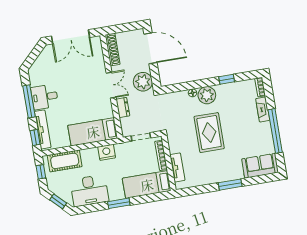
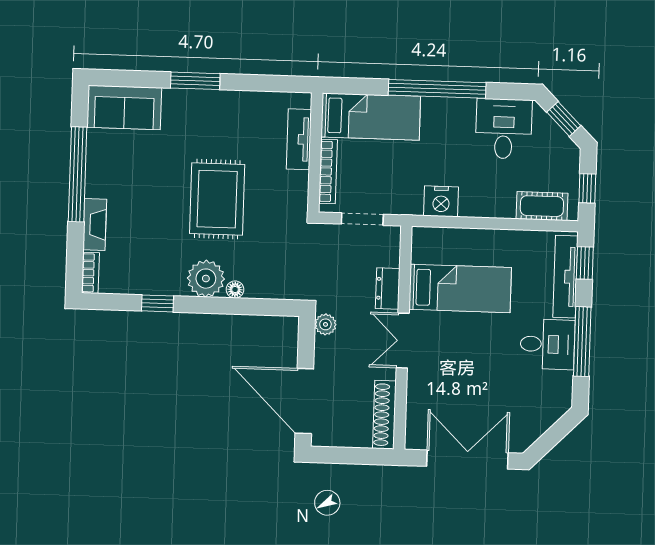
plant: (143, 82) -> (325, 324), width x0.53, depth x0.53
bed: (93, 132) -> (460, 288), moved
cot: (65, 161) -> (542, 206), width x0.73, depth x0.75
desk: (89, 191) -> (504, 129), width x0.73
window: (119, 203) -> (437, 89), width x2.11

